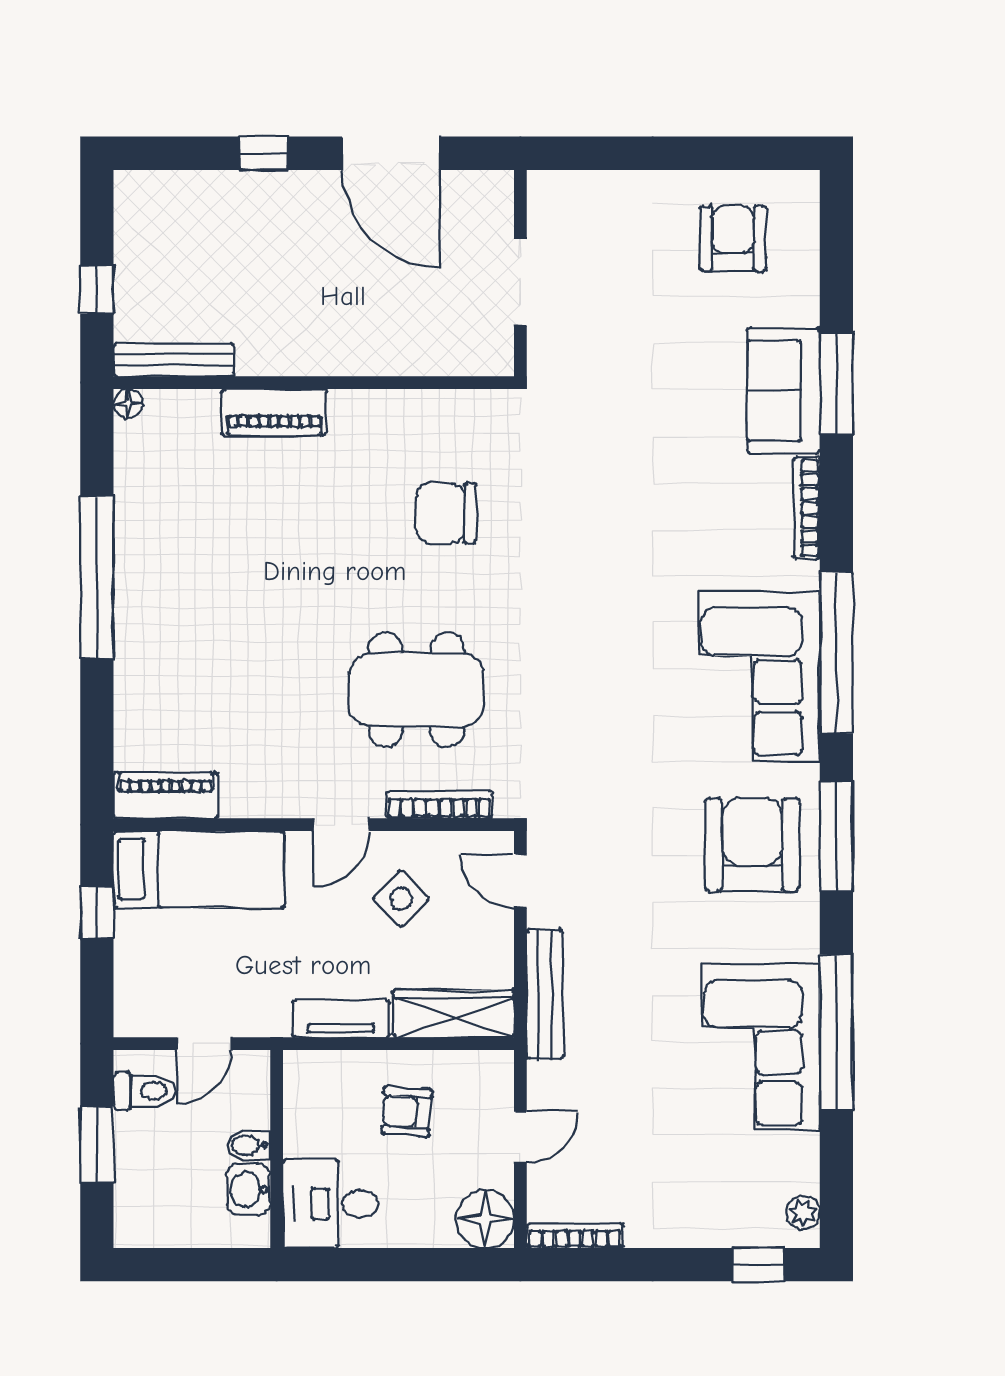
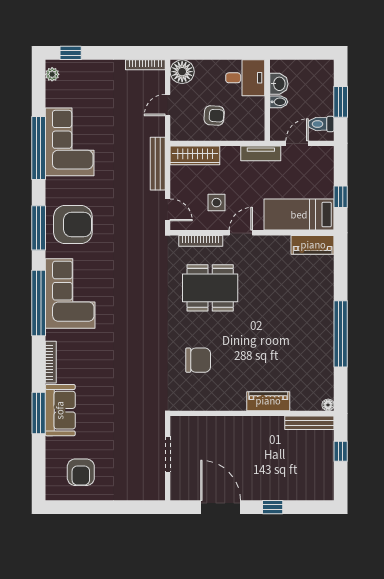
armchair: (752, 845) -> (73, 225), turned -90
side table: (401, 899) -> (216, 203), turned 45
tv unit: (341, 1019) -> (261, 153), moved

